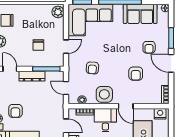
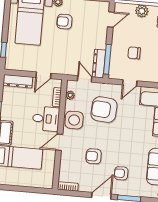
door: (66, 47) -> (130, 83), hinge flipped
armchair: (92, 68) -> (104, 110), width x1.88, depth x1.88
dresser: (32, 76) -> (99, 63), moved
door: (66, 88) -> (85, 79), hinge flipped
nightstand: (160, 114) -> (48, 179), removed

